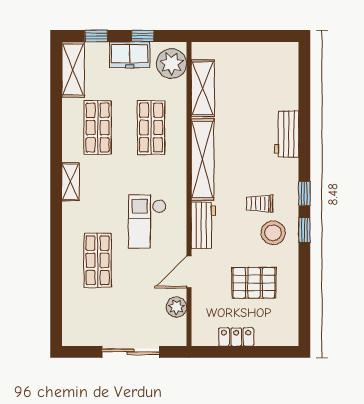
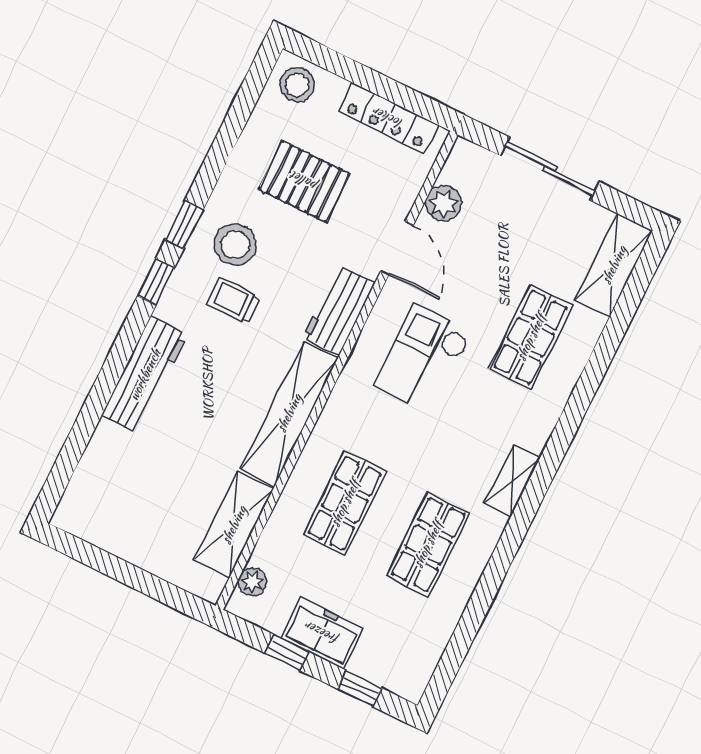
plant: (172, 64) -> (252, 582), width x0.53, depth x0.53
shelving: (73, 70) -> (614, 265), moved
workbench: (287, 134) -> (145, 375), width x1.38
trolley: (260, 204) -> (234, 301), turned 180
checkout: (147, 222) -> (423, 359), turned 180
door: (189, 272) -> (397, 248), hinge flipped
stool: (282, 331) -> (297, 85), added
locker: (236, 337) -> (388, 118), width x1.53

